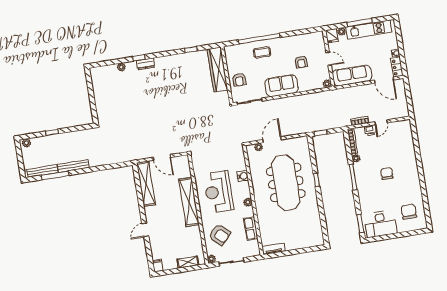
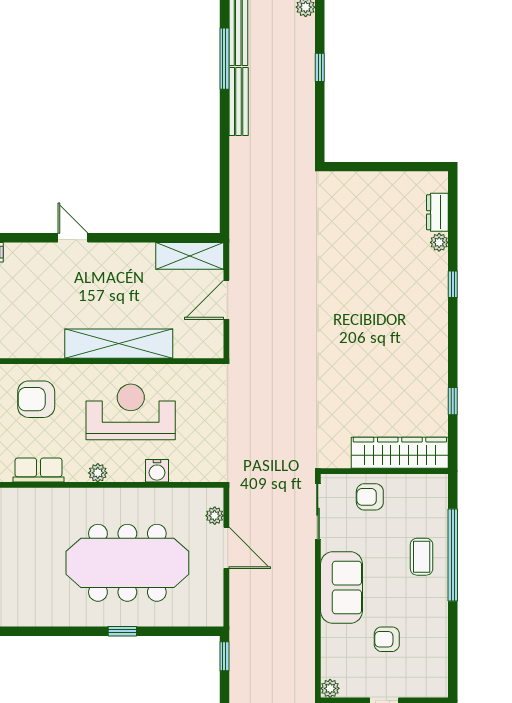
dresser: (146, 64) -> (437, 212), moved
shelving: (146, 184) -> (190, 256), width x0.68
armchair: (220, 235) -> (36, 399), turned 47

